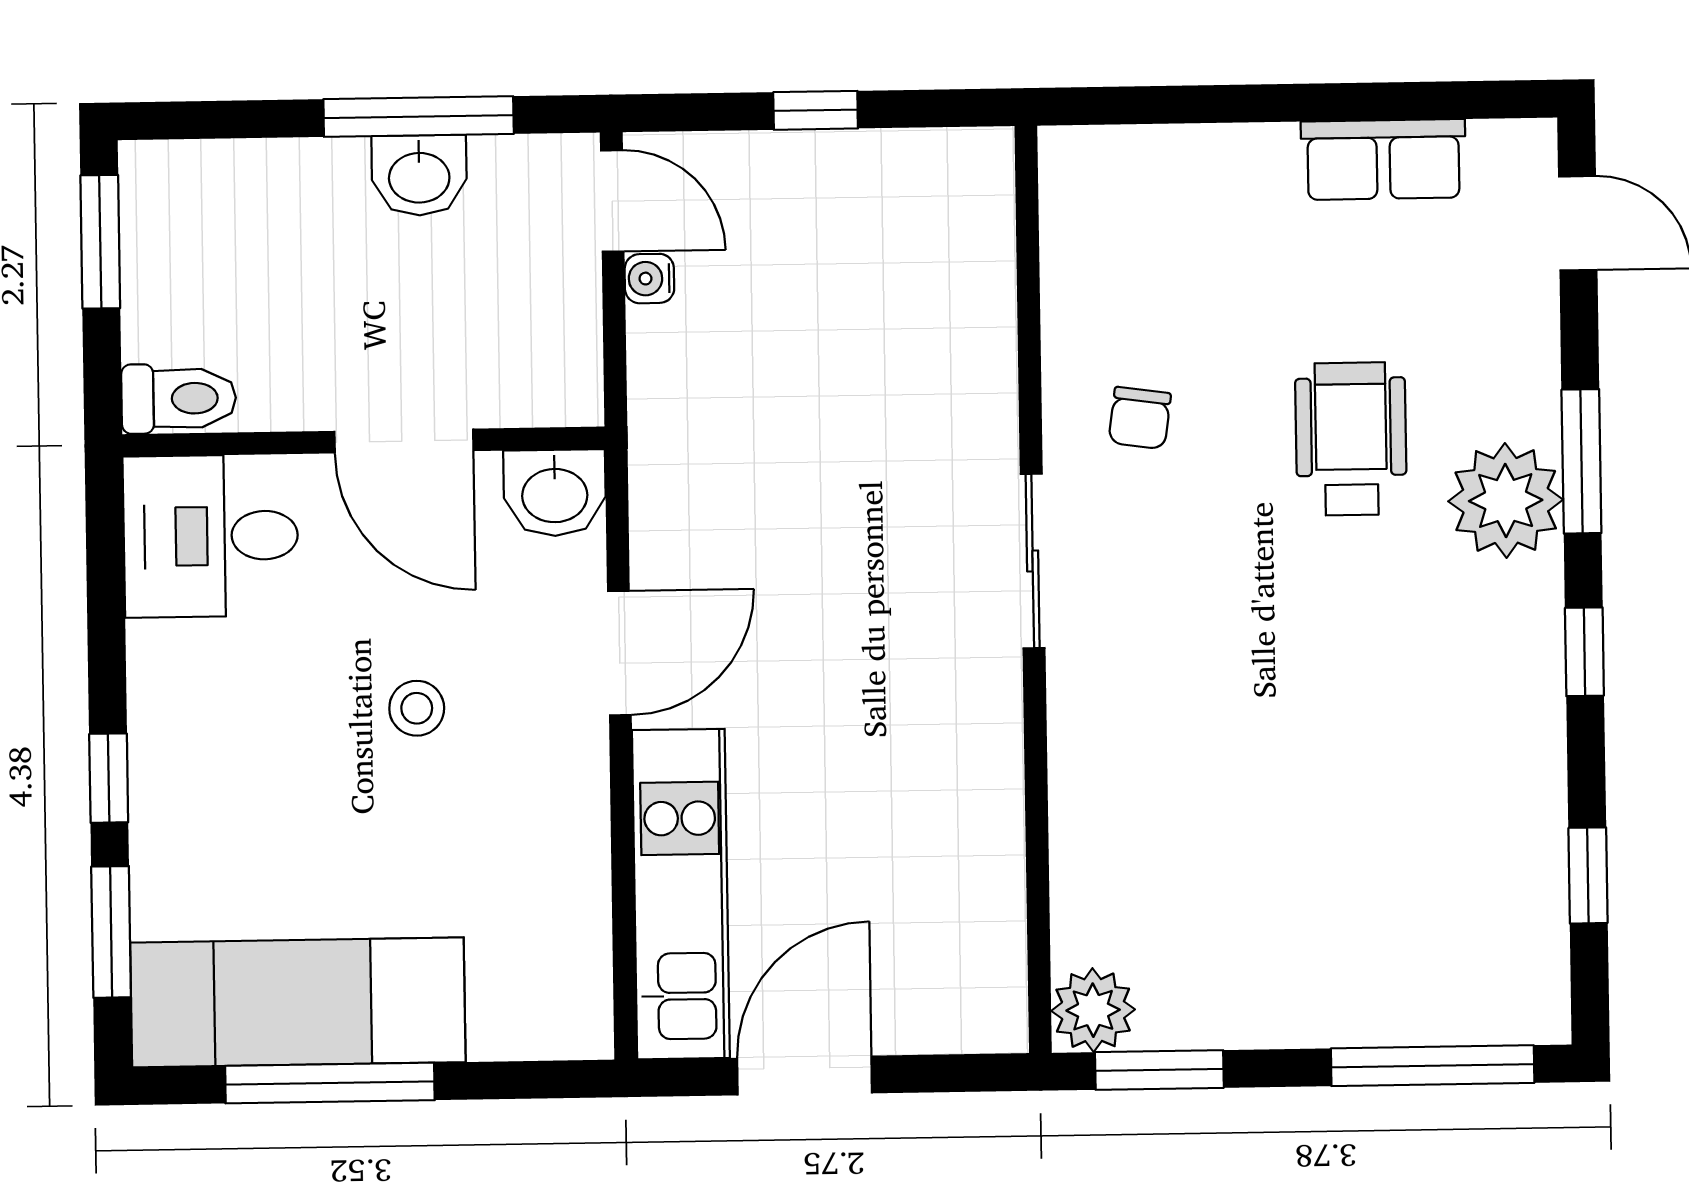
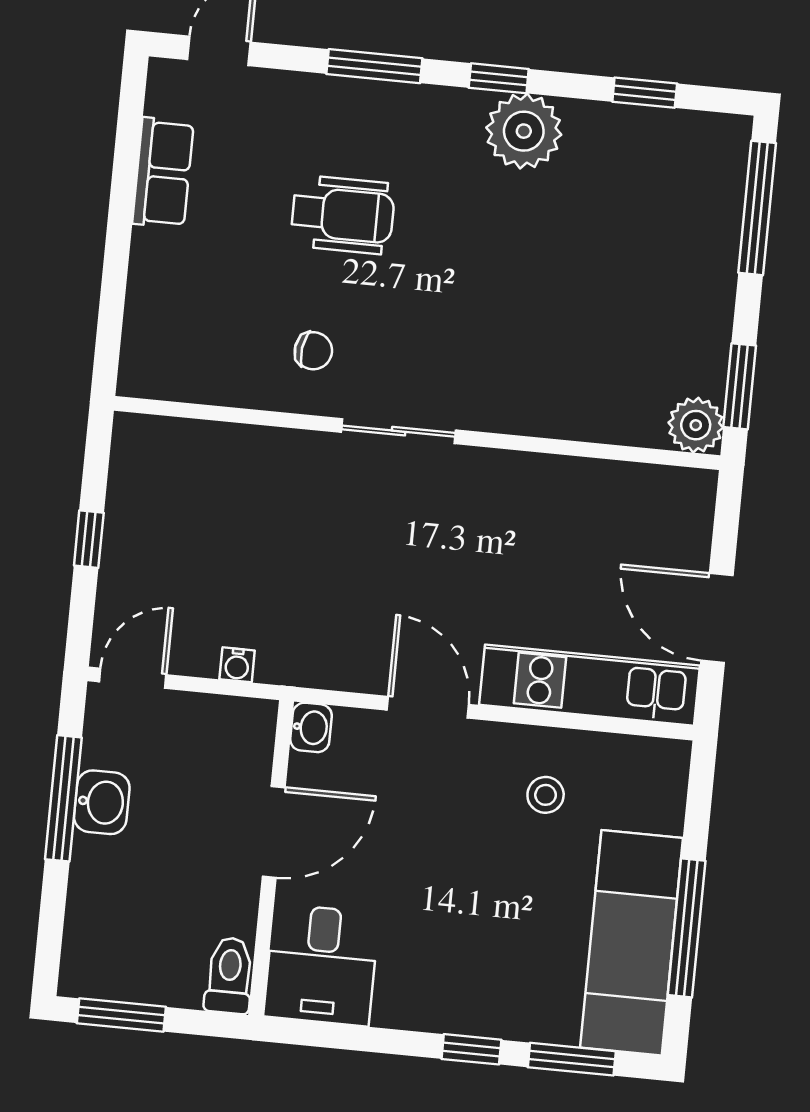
water cooler: (649, 279) -> (237, 665), moved
wheelchair: (1351, 439) -> (343, 215), turned 180
washbasin: (555, 493) -> (311, 727), width x0.72, depth x0.69
plant: (1506, 500) -> (524, 131), moved
stool: (417, 708) -> (546, 795), moved

